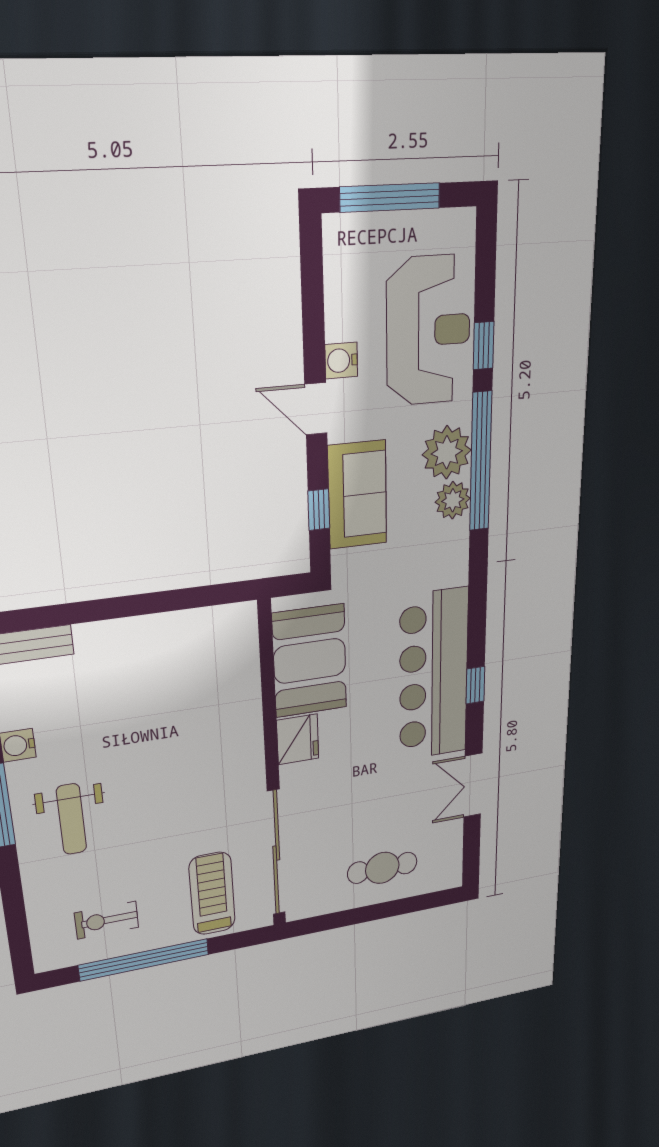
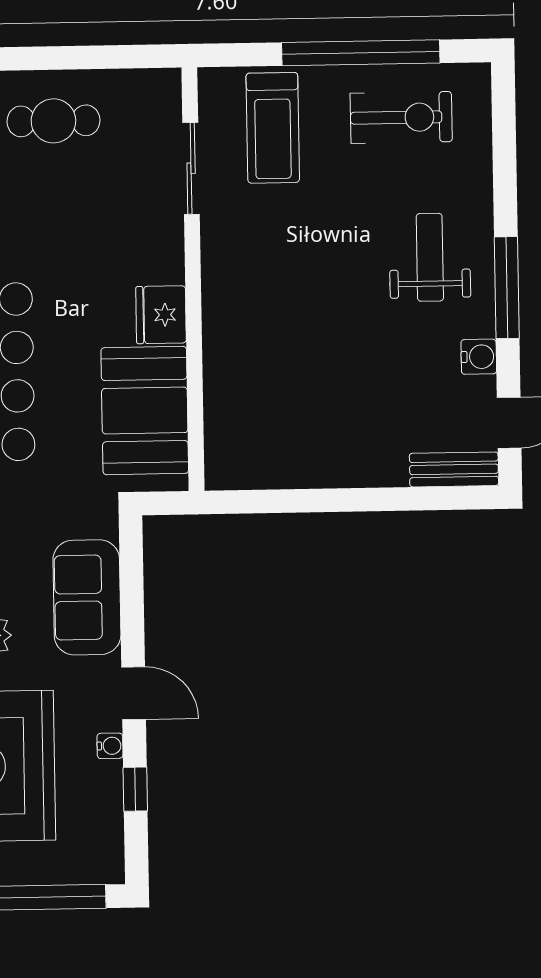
water cooler: (341, 361) -> (110, 746), width x0.72, depth x0.72
window: (319, 510) -> (135, 789), moved
sliding door: (276, 853) -> (191, 168), width x0.54
exercise bike: (107, 920) -> (401, 117), width x1.38, depth x1.39

